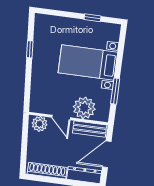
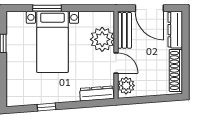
window: (115, 91) -> (47, 8), moved
dresser: (36, 96) -> (97, 94), added
door: (61, 117) -> (116, 63), hinge flipped

